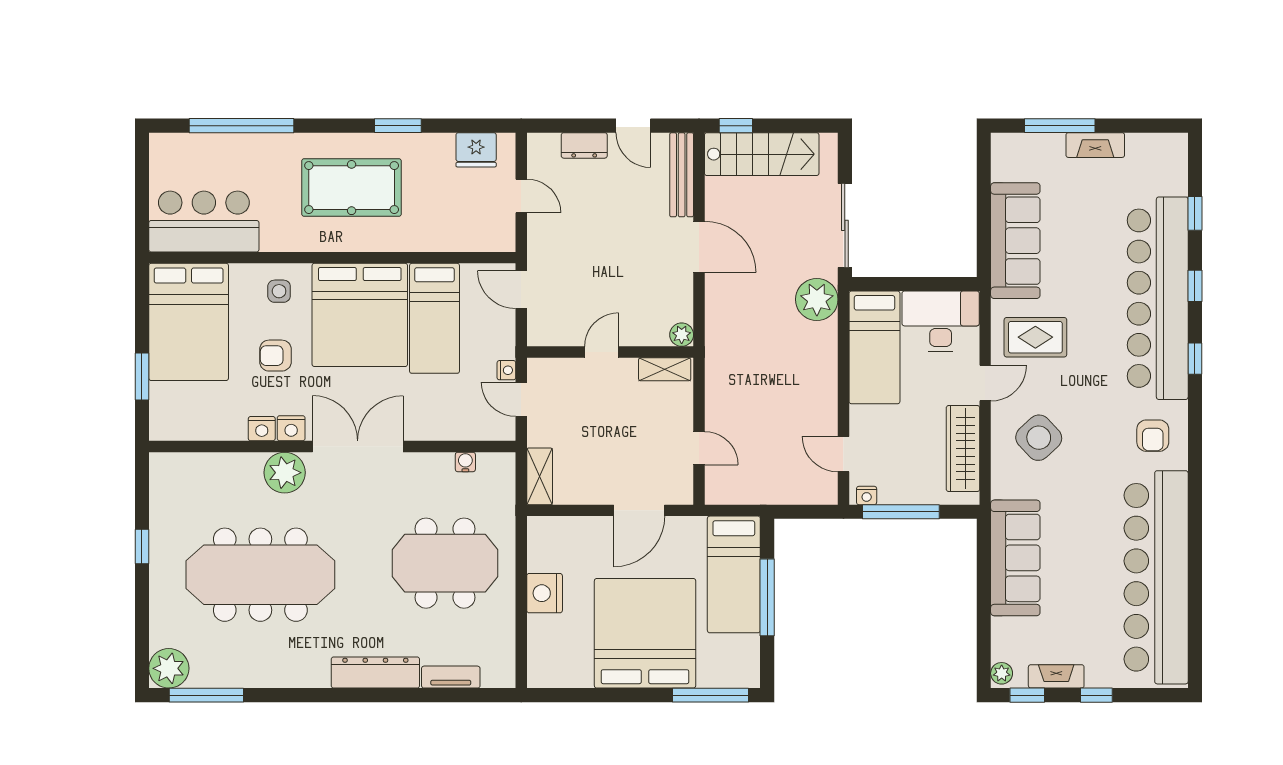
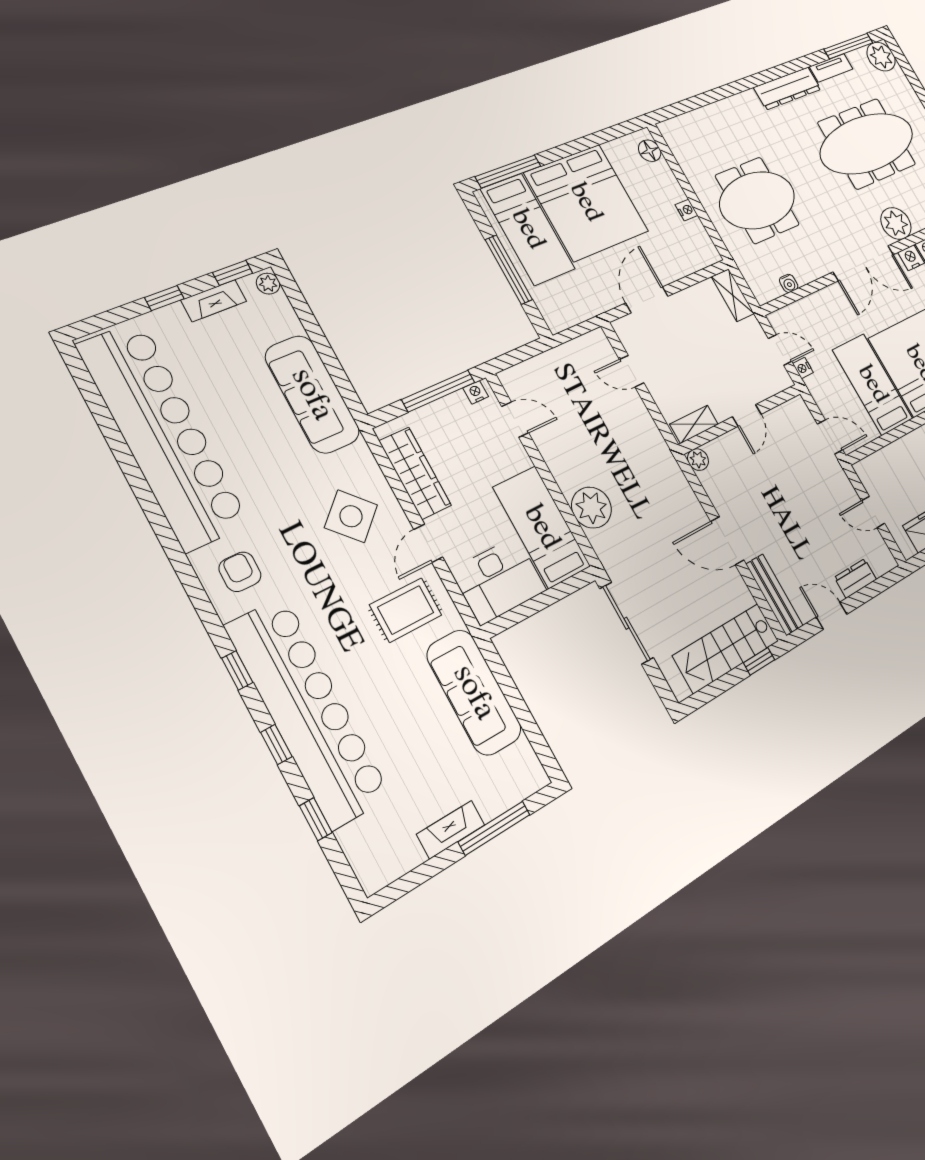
plant: (817, 299) -> (592, 508), moved
bed: (734, 574) -> (528, 229), moved, turned 180
nightstand: (545, 593) -> (687, 210), width x0.53, depth x0.56
floor lamp: (540, 662) -> (650, 151), added
dresser: (375, 673) -> (787, 88), moved
tv unit: (451, 677) -> (831, 68), moved

